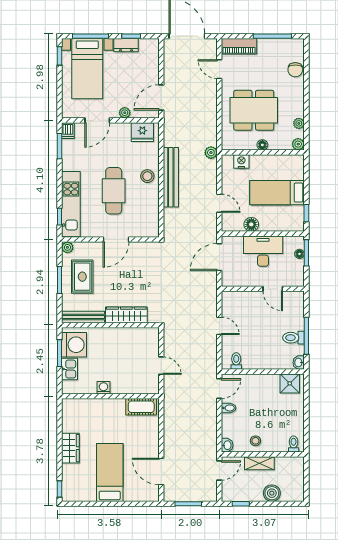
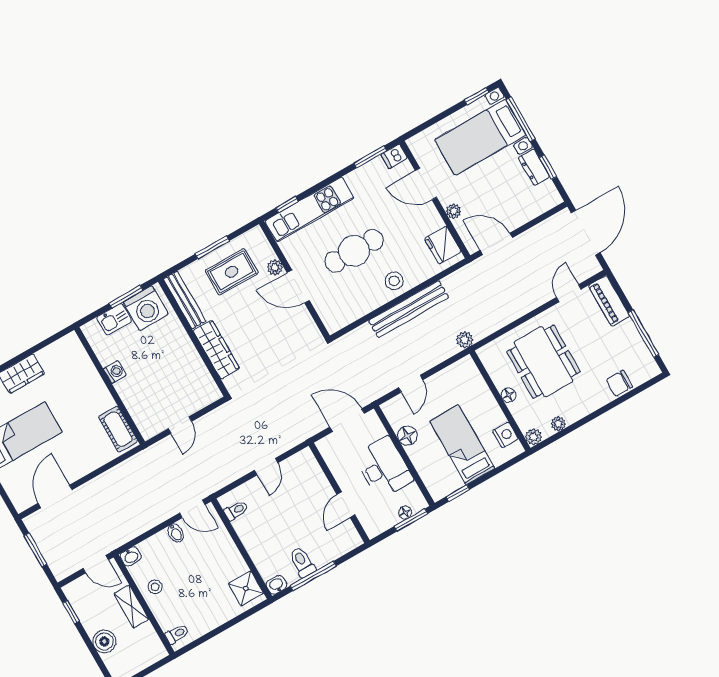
nightstand: (241, 161) -> (505, 435), moved
plant: (67, 247) -> (275, 267), moved

